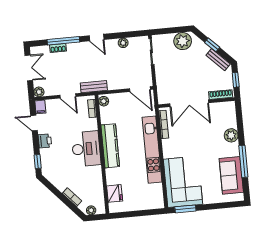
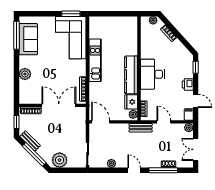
window: (212, 45) -> (34, 154), width x2.17
kitchen unit: (152, 150) -> (95, 60), width x0.73
window: (243, 161) -> (16, 35), moved
fridge: (115, 193) -> (131, 102), moved

